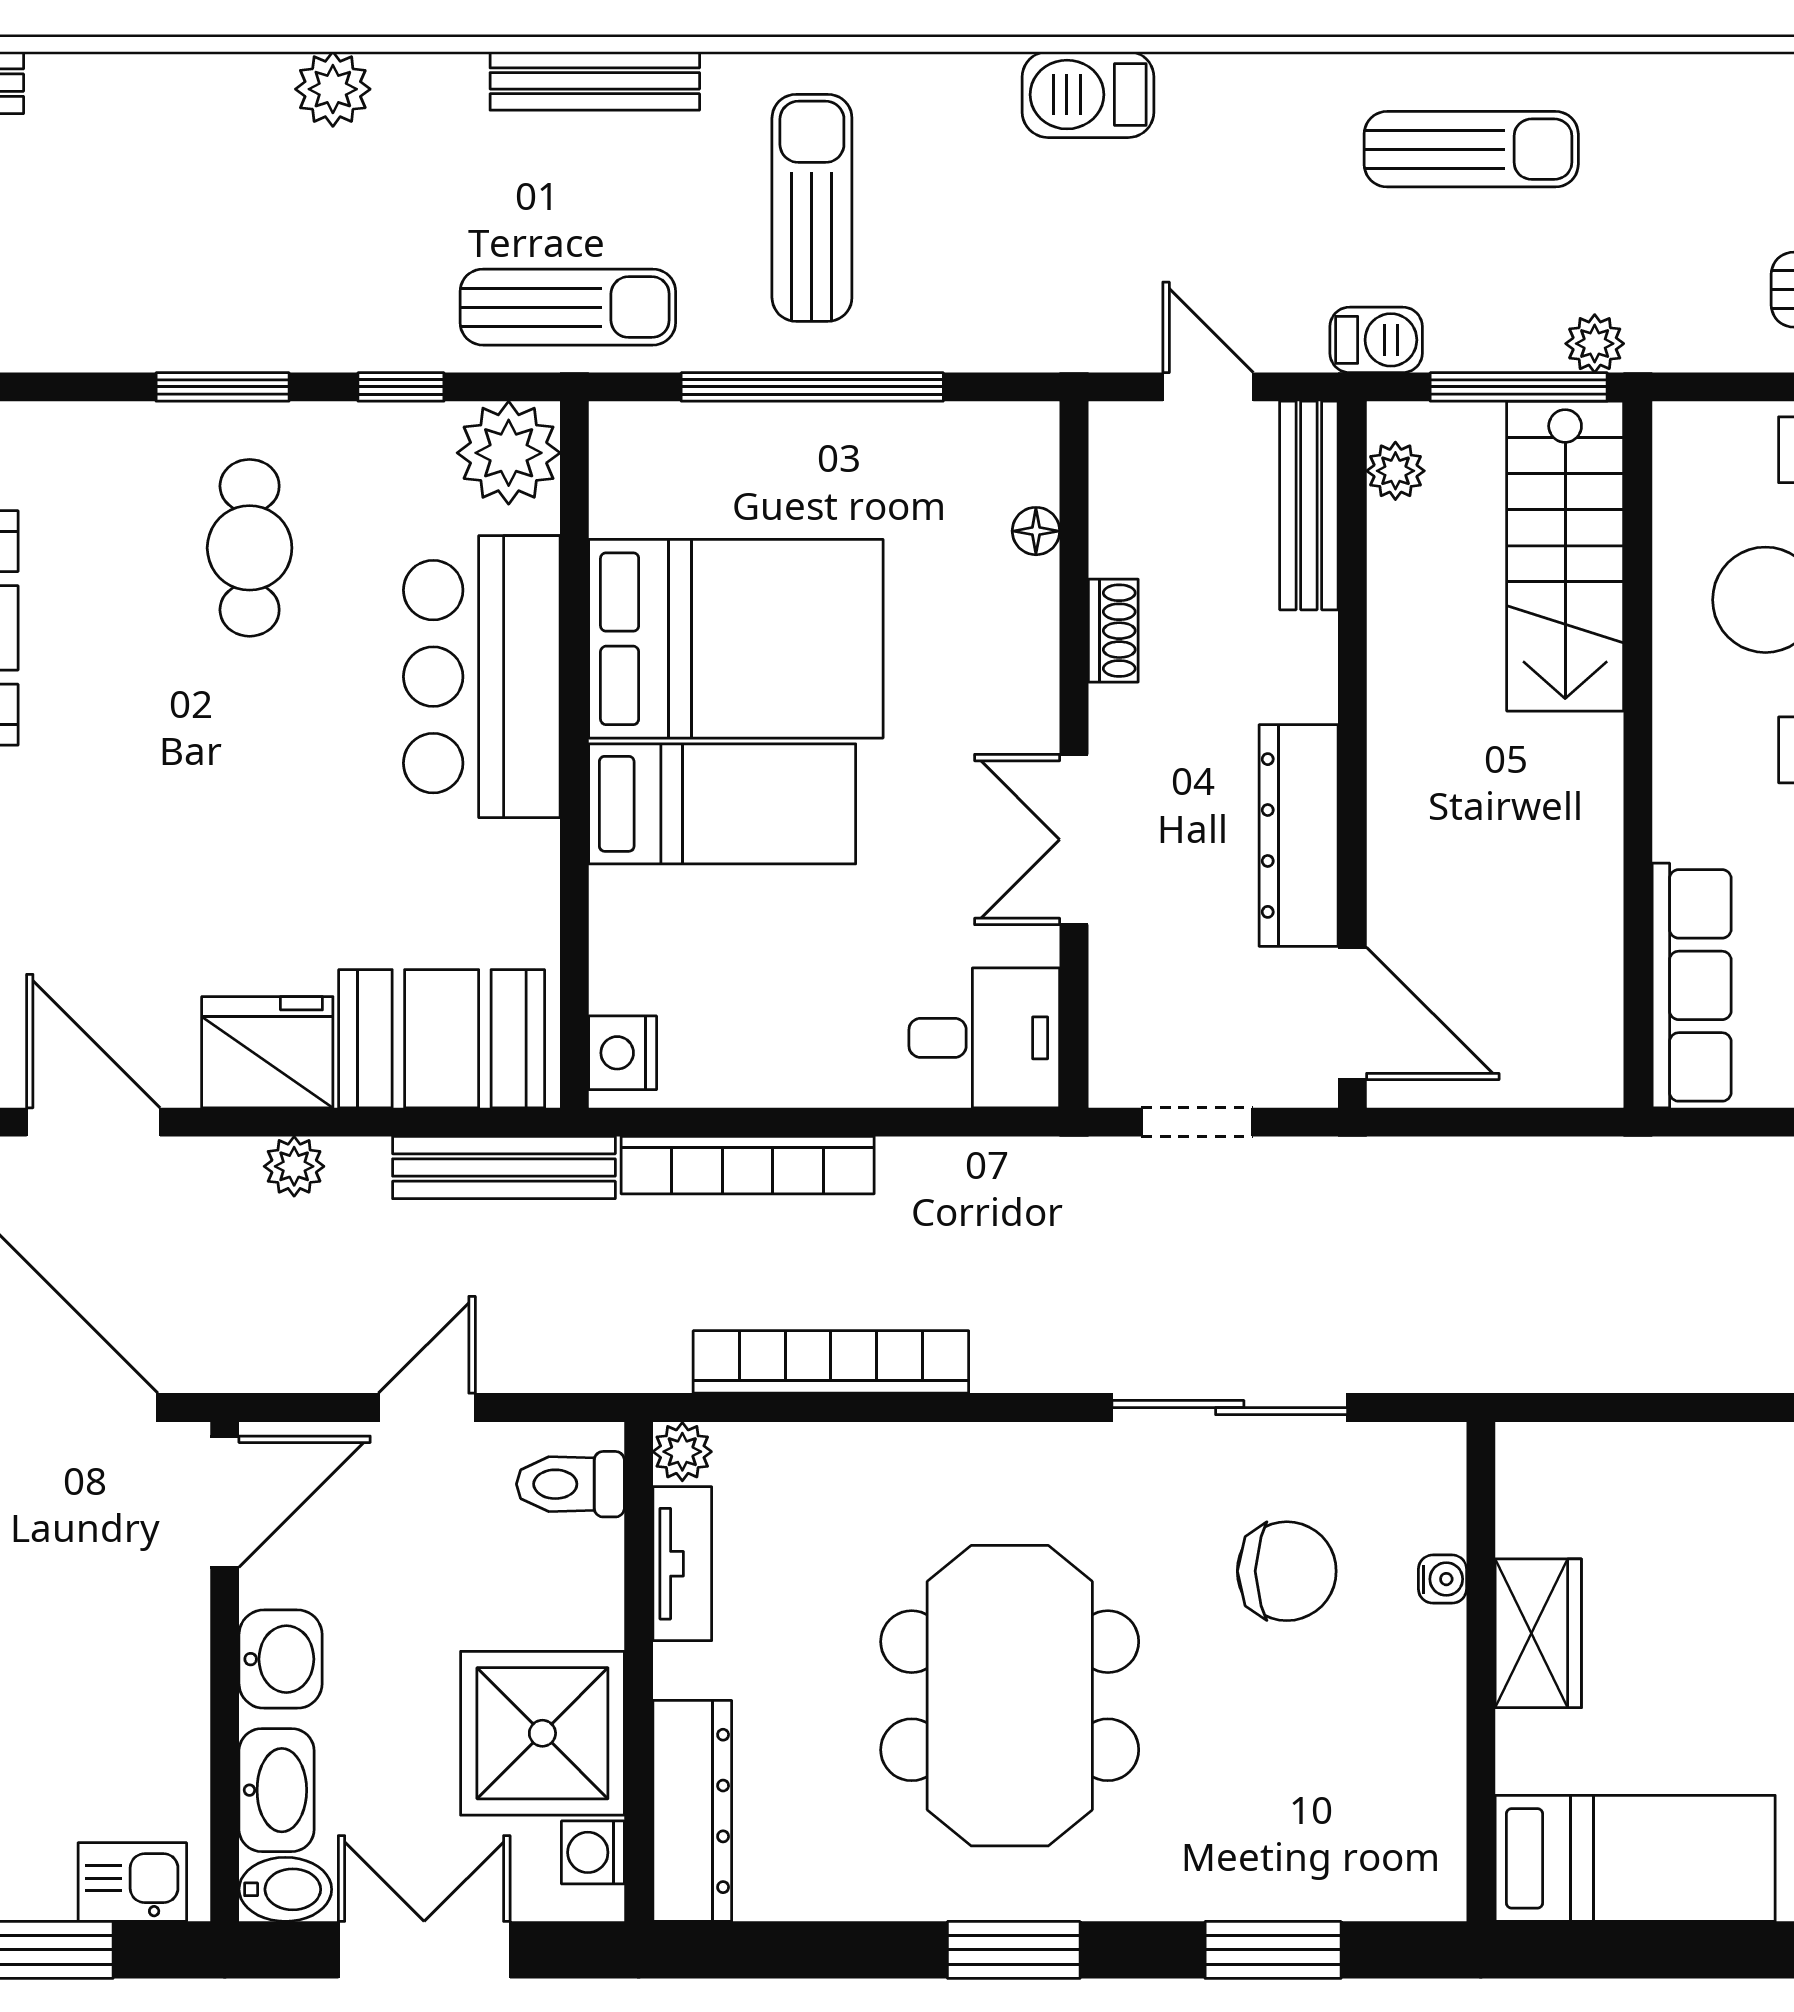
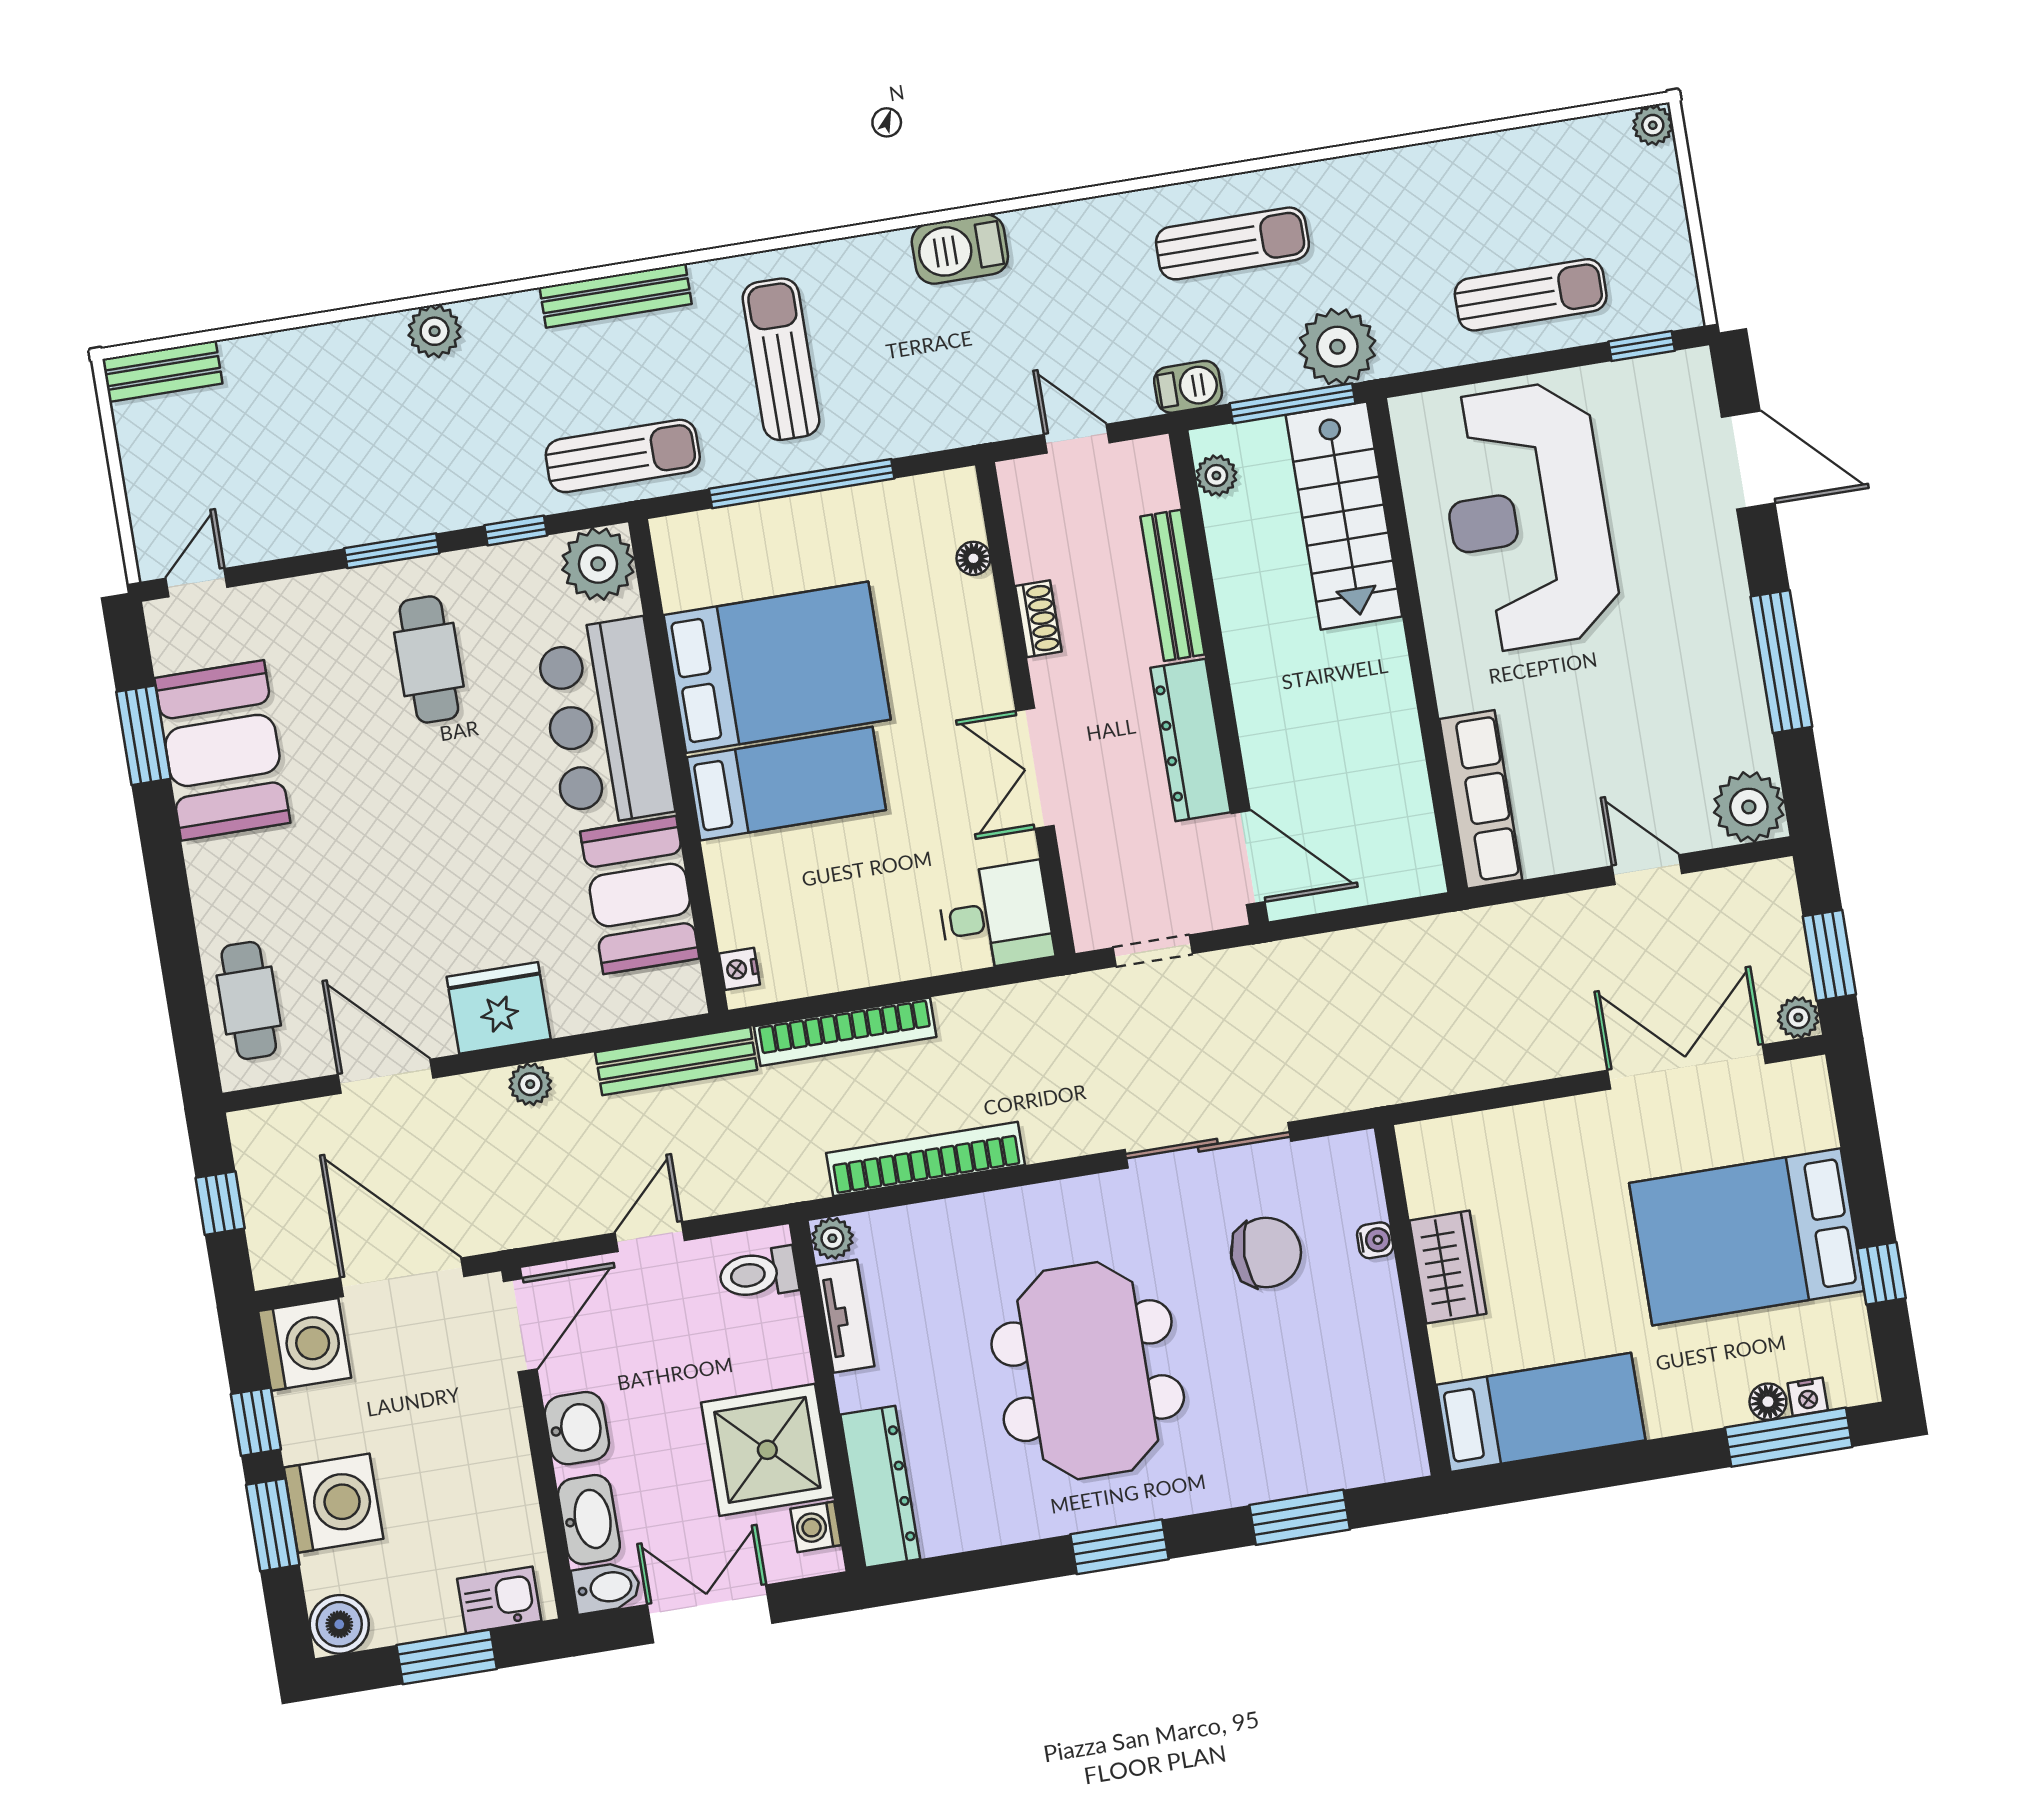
plant: (1595, 344) -> (1337, 347), width x1.87, depth x1.87
bench: (1309, 506) -> (1173, 585), moved
booth: (442, 1039) -> (640, 895), moved, turned 90
nightstand: (623, 1053) -> (739, 969), width x0.72, depth x0.74

